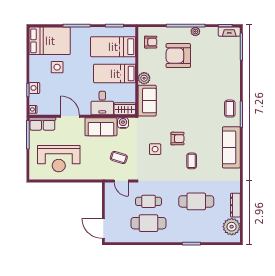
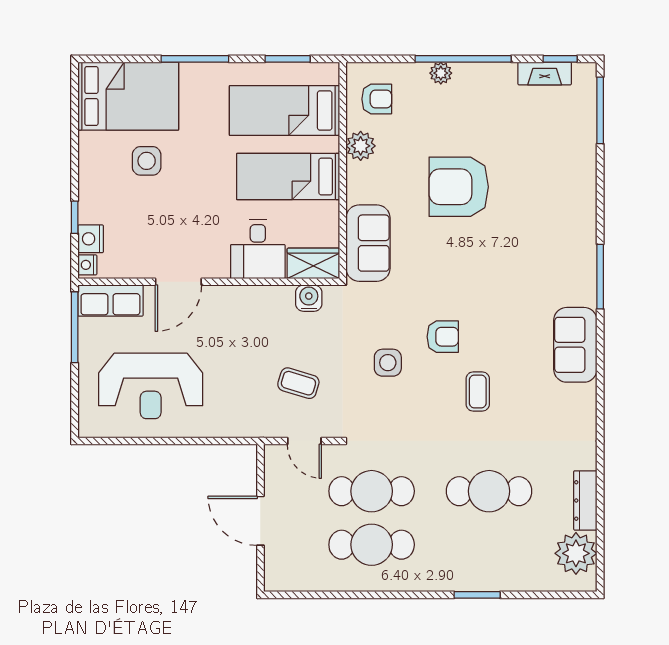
plant: (195, 31) -> (441, 73), moved
fireplace: (229, 32) -> (545, 73), moved
armchair: (178, 56) -> (459, 187), moved
plant: (144, 78) -> (361, 146), moved
nightstand: (34, 88) -> (91, 239), moved
coffee table: (230, 109) -> (572, 263), removed
door: (70, 116) -> (178, 282), swing flipped
sofa: (101, 127) -> (255, 307), removed
sofa: (231, 147) -> (575, 345), width x0.73
cafe table: (149, 201) -> (372, 491), width x1.37, depth x1.35
door: (103, 228) -> (260, 521), moved

